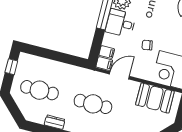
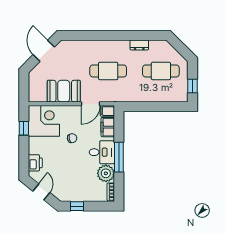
filing cabinet: (107, 52) -> (108, 127), width x2.00
booth: (155, 98) -> (64, 91), moved

